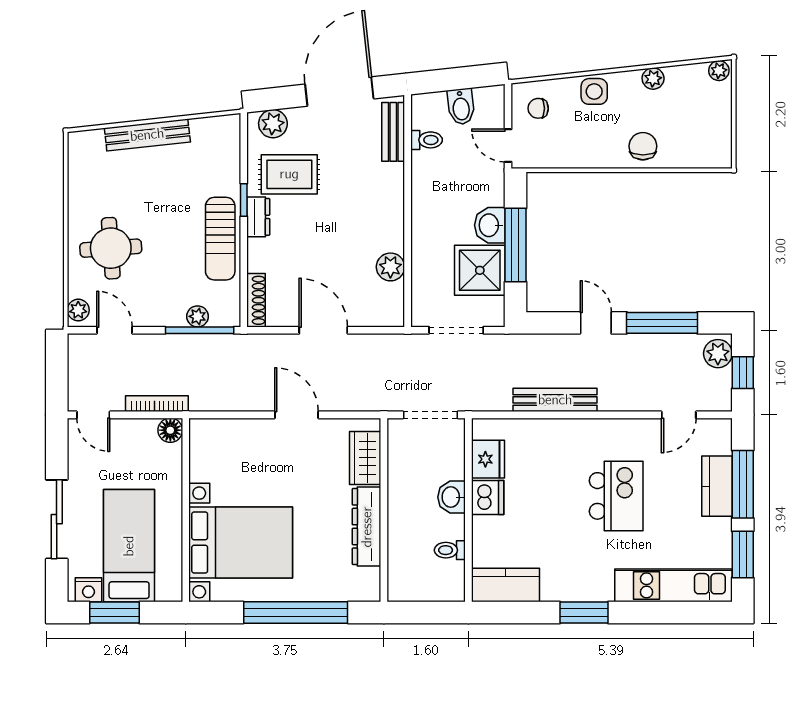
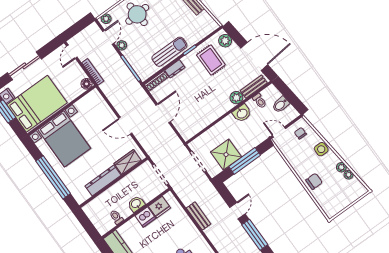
plant: (719, 71) -> (349, 175), moved
door: (508, 146) -> (279, 132), hinge flipped
dresser: (258, 217) -> (175, 69), moved
washbasin: (490, 225) -> (242, 113), moved, turned 180
sun lounger: (220, 239) -> (169, 52), turned 180
plant: (390, 267) -> (236, 98), moved
plant: (198, 316) -> (122, 45), moved
bench: (555, 400) -> (199, 216), width x0.73
door: (297, 415) -> (125, 126), swing flipped
bed: (129, 546) -> (37, 104), width x1.50

